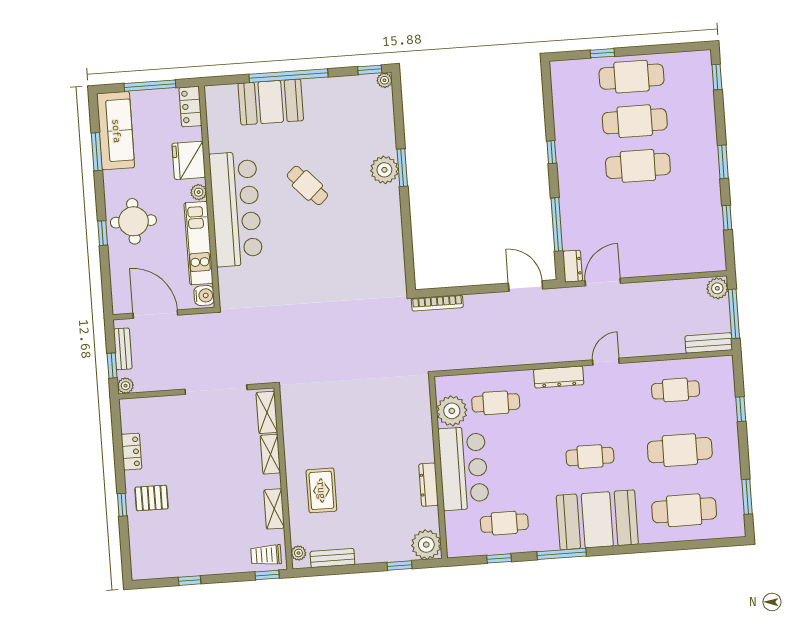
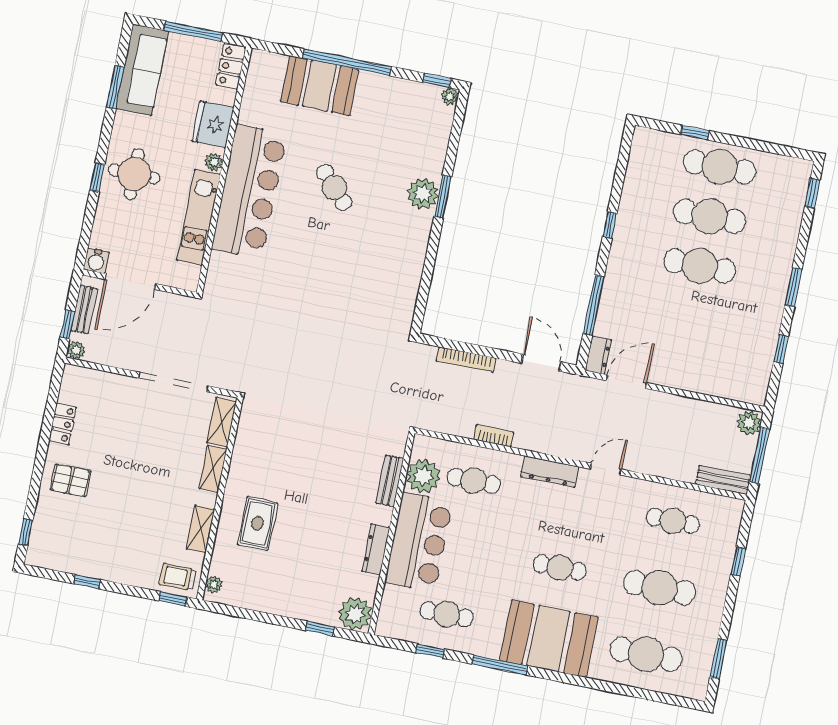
water cooler: (204, 296) -> (96, 261), moved, turned 90
bookcase: (437, 303) -> (466, 360), moved
door: (155, 314) -> (130, 282), swing flipped
bookcase: (502, 360) -> (494, 436), added
window: (122, 505) -> (26, 532), moved
bench: (332, 558) -> (390, 481), moved, turned 90

